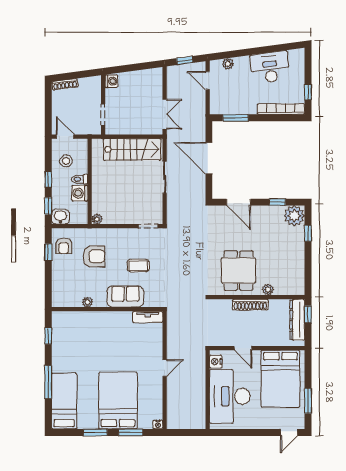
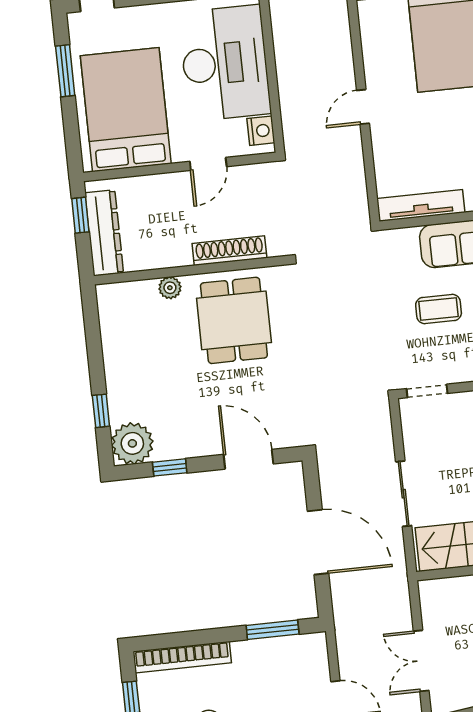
double door: (165, 114) -> (421, 661), moved
shoe rack: (250, 305) -> (229, 251), moved
window: (308, 314) -> (80, 215), moved
tv unit: (148, 317) -> (421, 205), width x1.41
door: (243, 348) -> (208, 164), swing flipped

